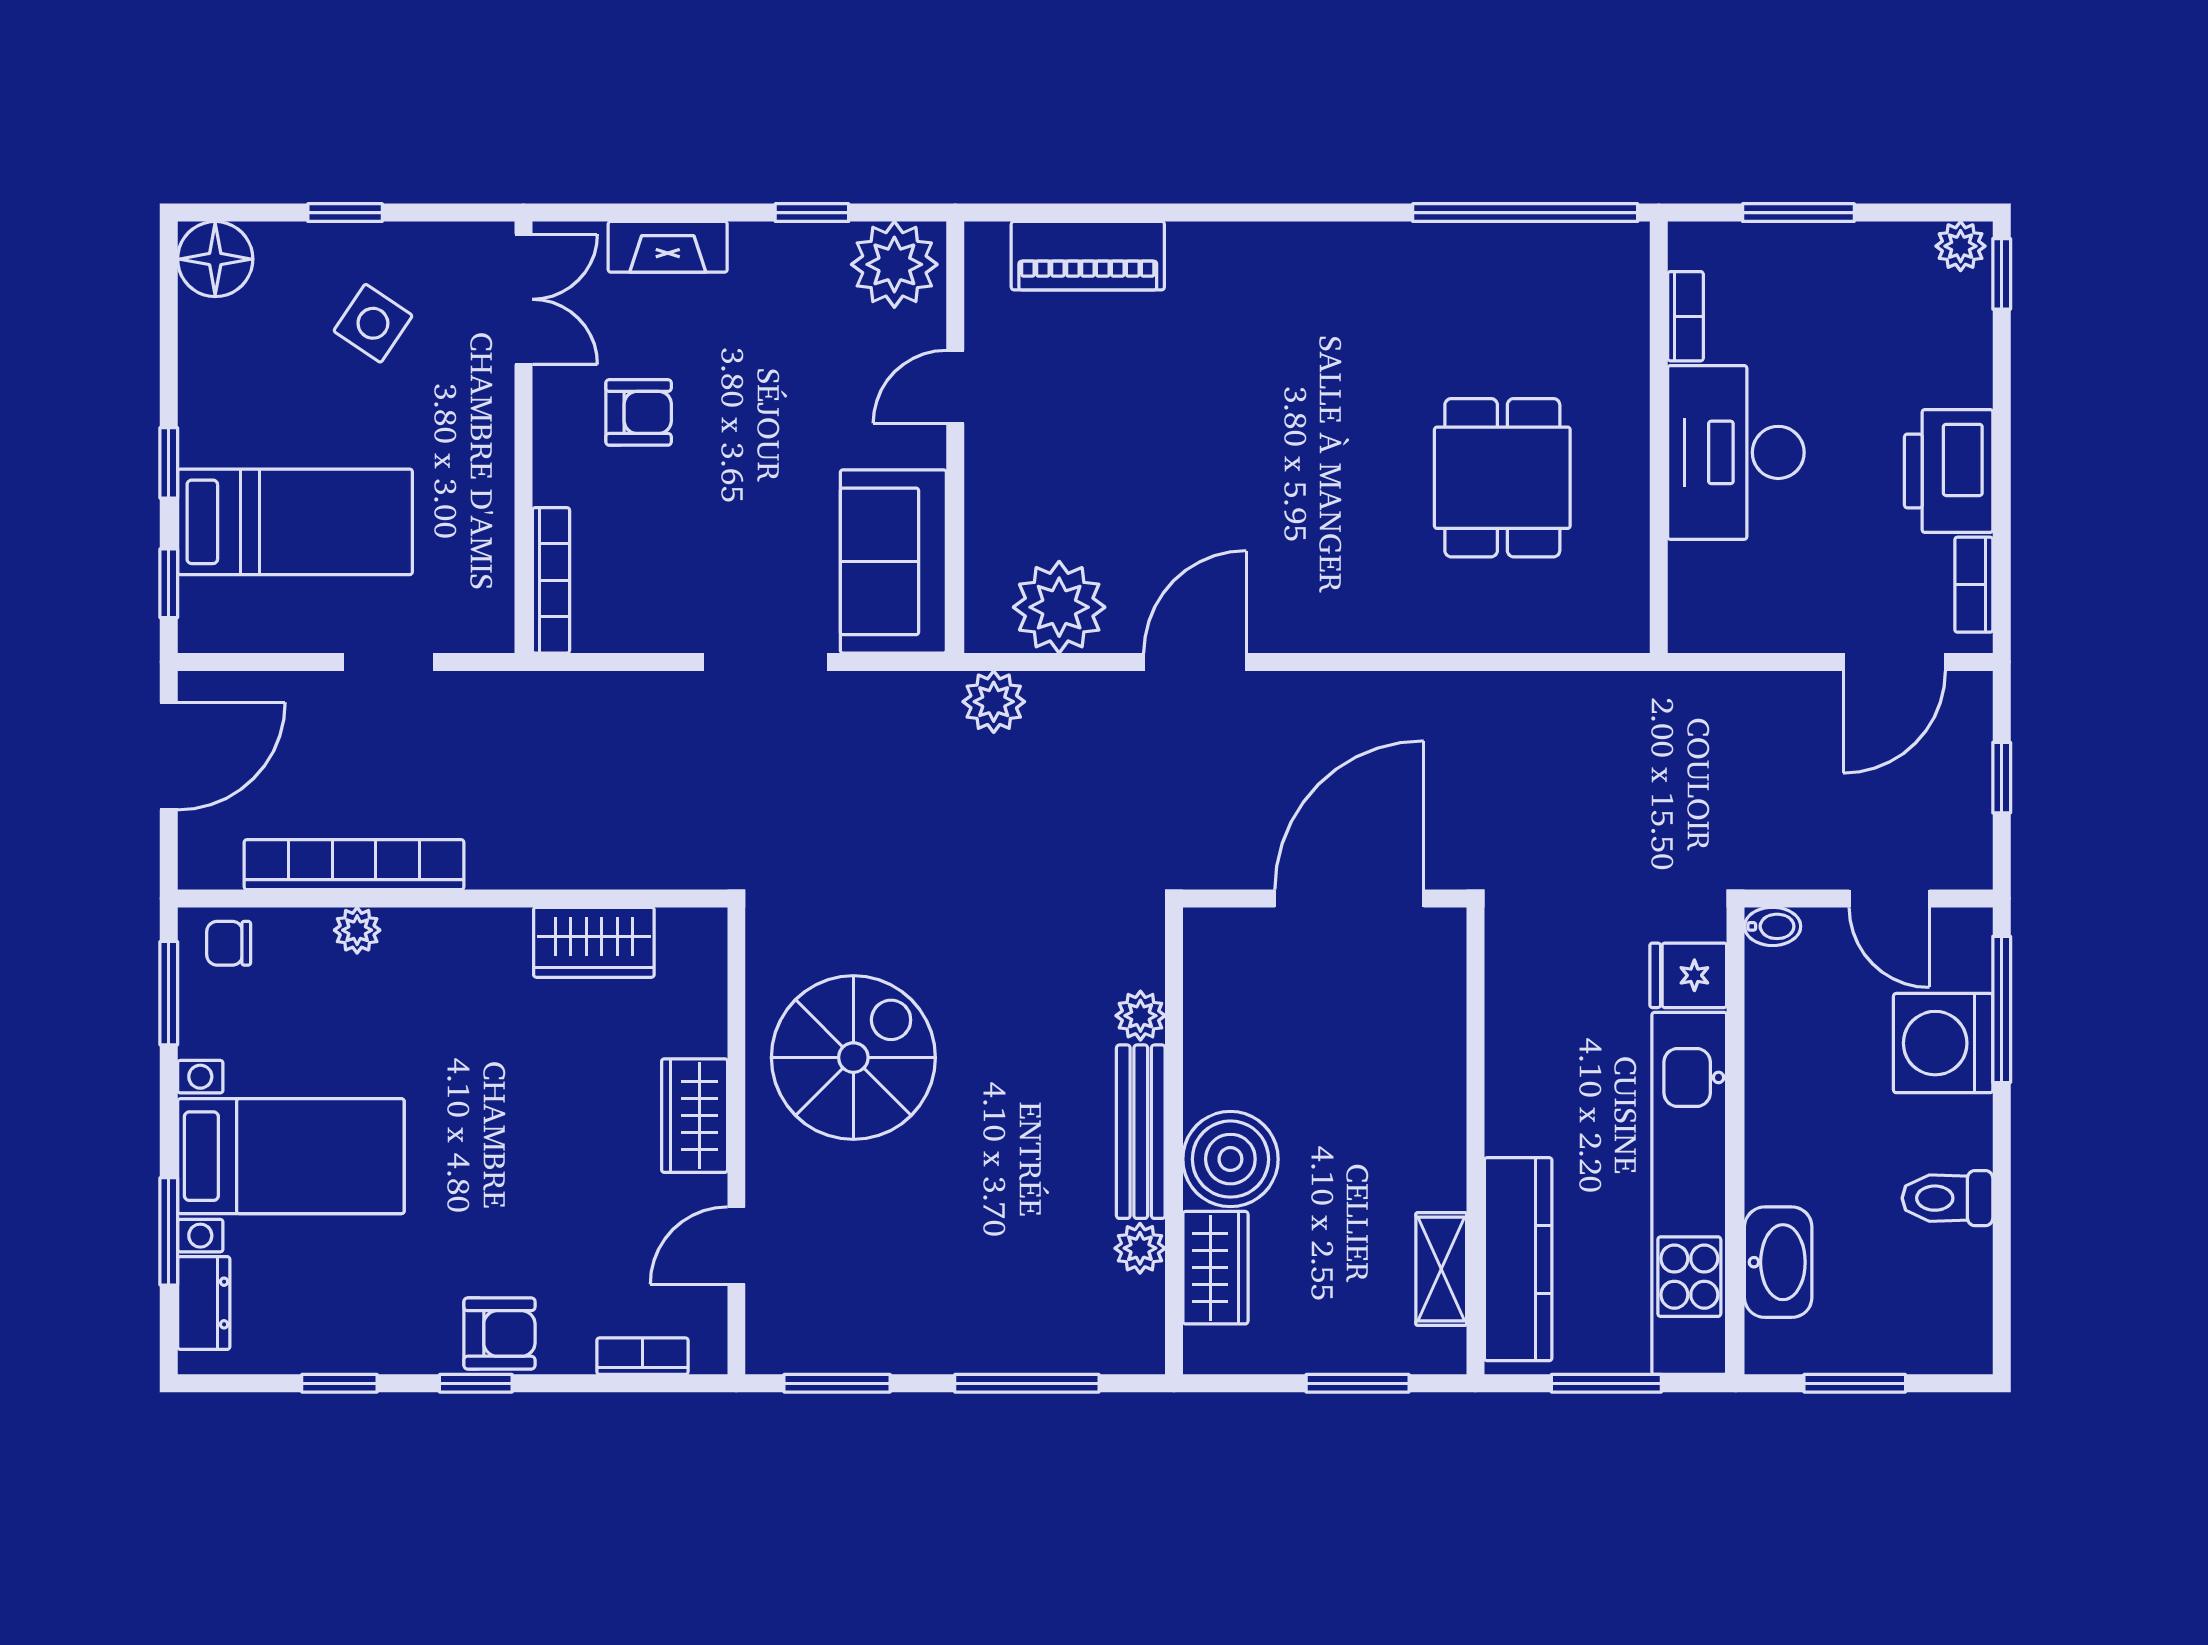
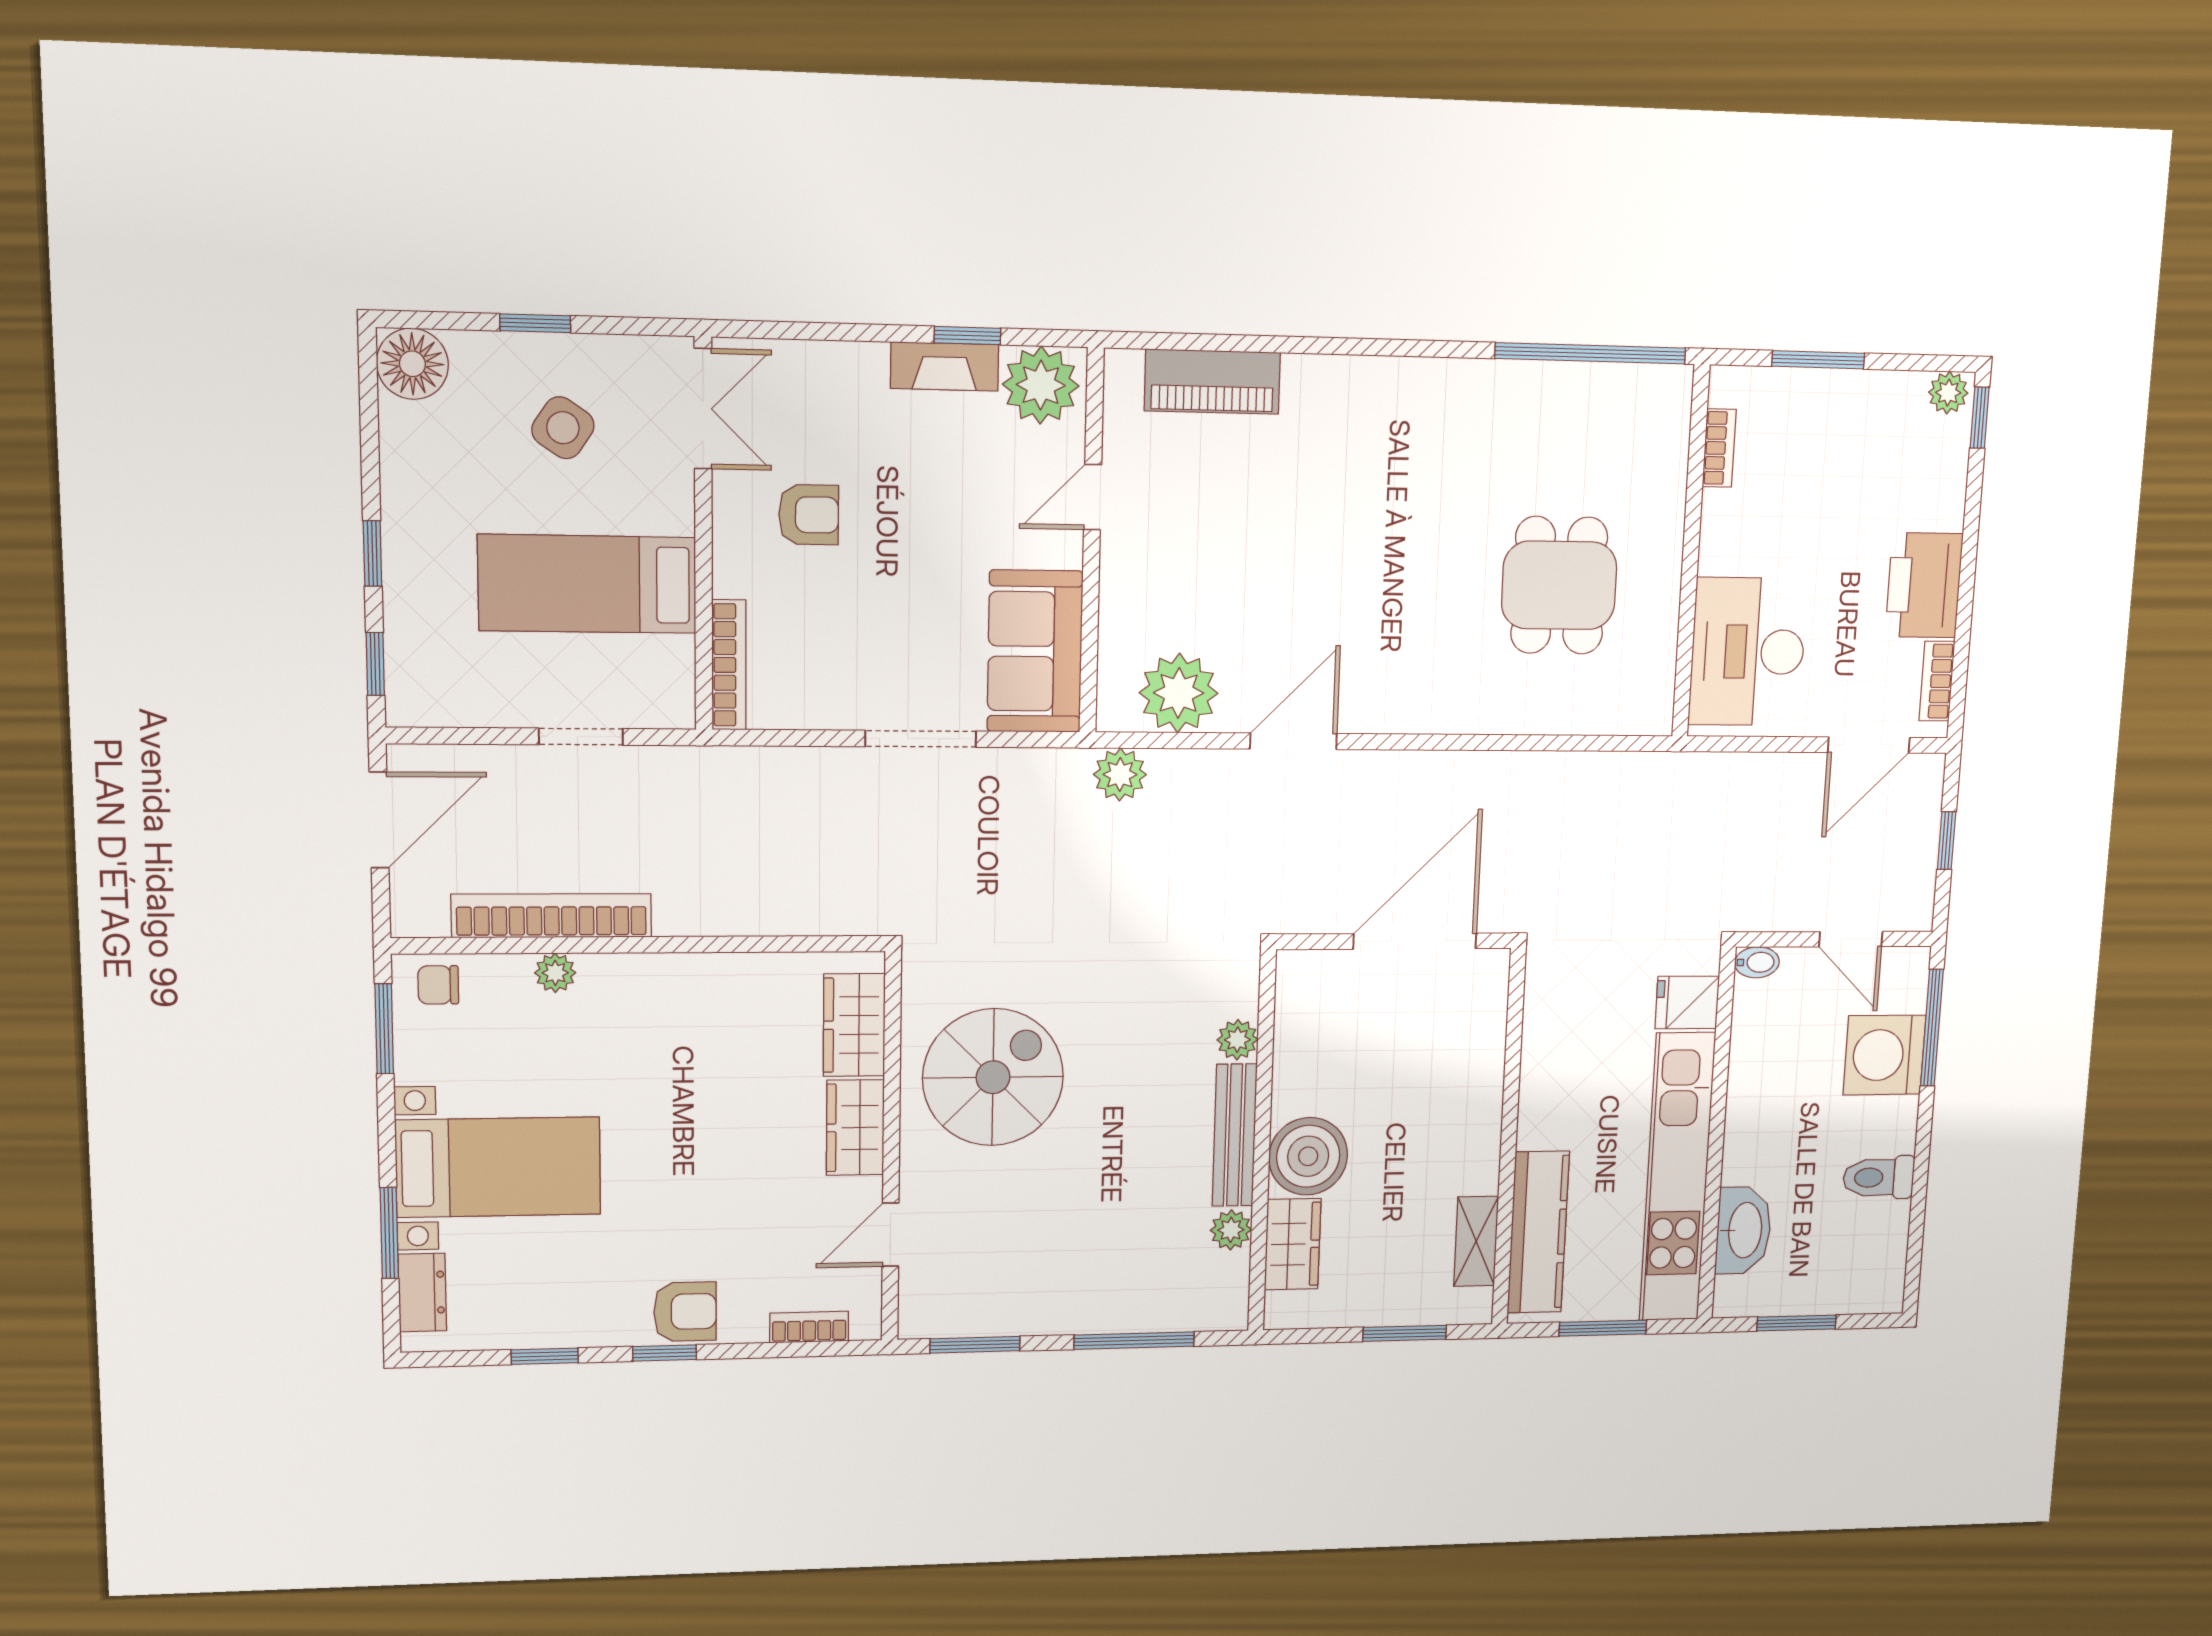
fireplace: (668, 247) -> (945, 366), moved
desk: (1736, 452) -> (1748, 652), moved
bed: (295, 522) -> (587, 584), moved, turned 180
wardrobe: (594, 942) -> (854, 1025), moved, turned 90

